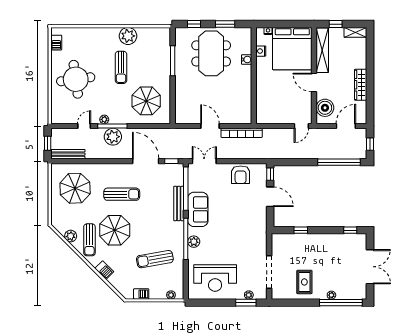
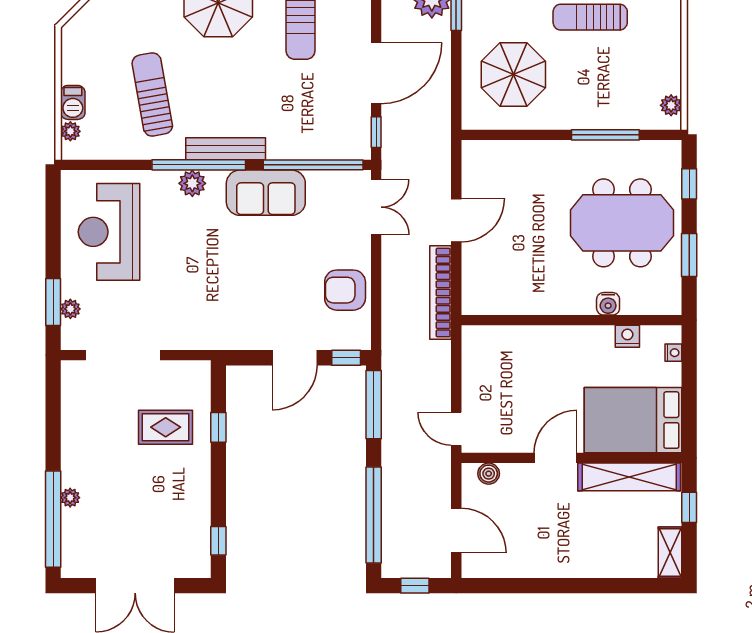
plant: (128, 36) -> (671, 105), moved, width x0.53, depth x0.53
bed: (292, 49) -> (633, 420), width x0.73
wardrobe: (361, 85) -> (550, 564), removed
boiler: (325, 108) -> (489, 474), width x0.54, depth x0.54
window: (291, 162) -> (374, 405), added
bench: (179, 203) -> (226, 149), moved
rug: (304, 282) -> (166, 427), moved
barbecue: (141, 294) -> (73, 102), moved

